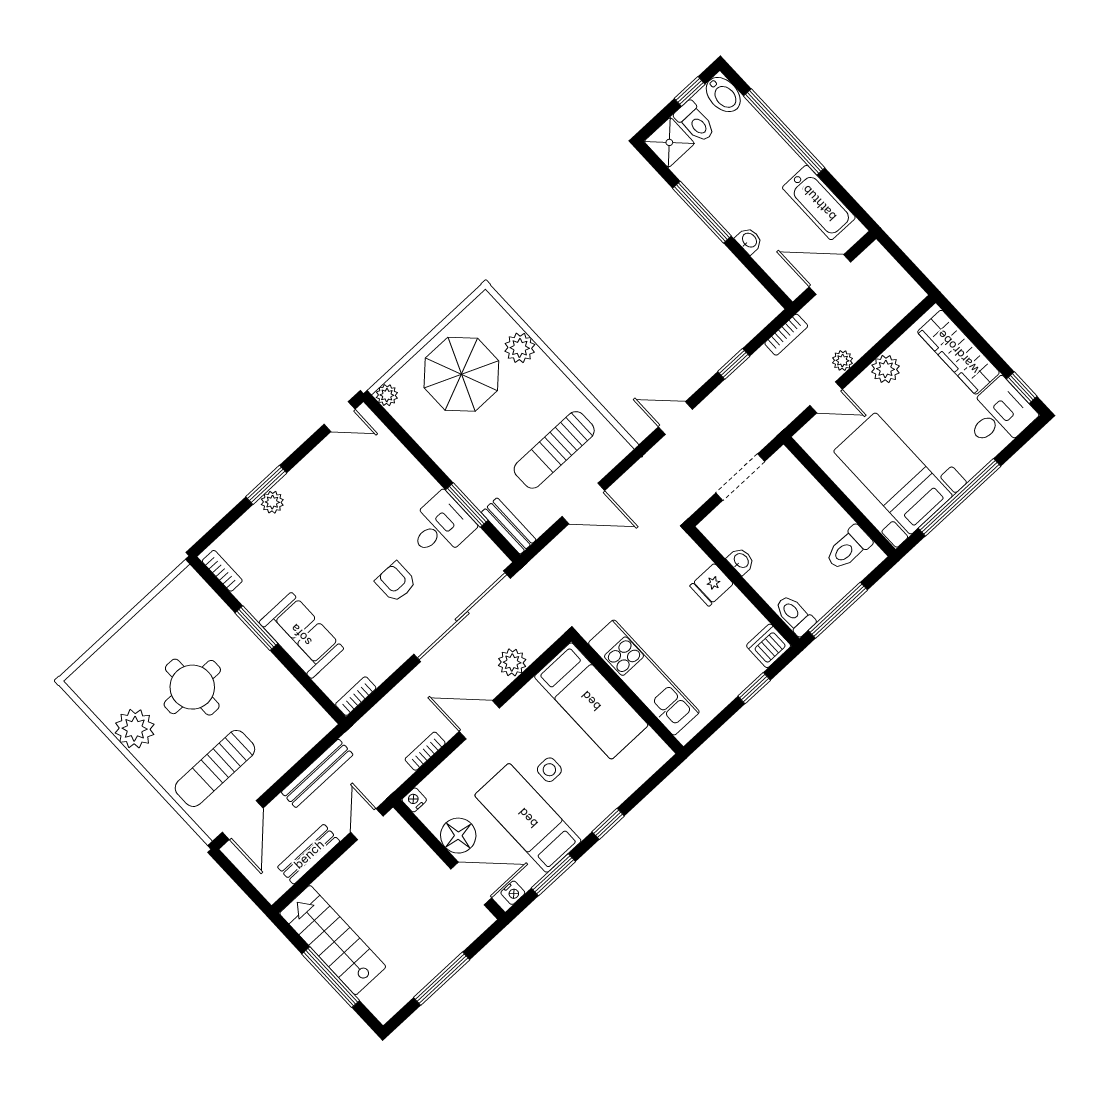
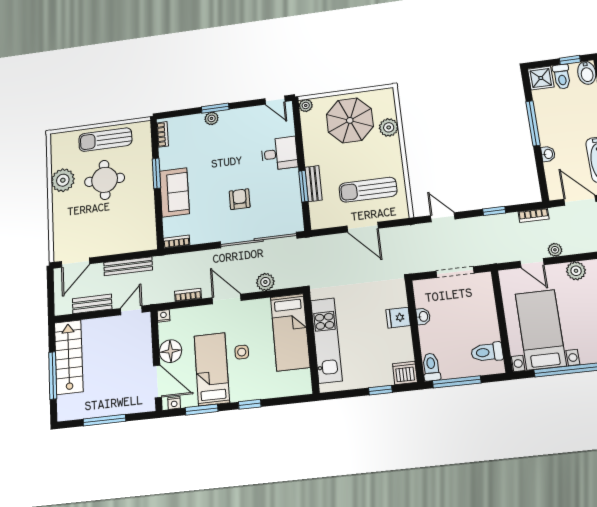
desk: (440, 526) -> (279, 154), moved
bench: (509, 526) -> (314, 184), moved
sun lounger: (215, 768) -> (105, 140), moved

